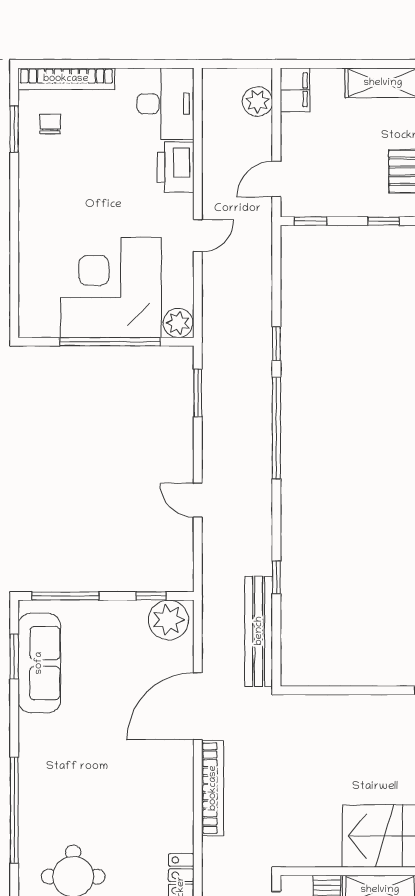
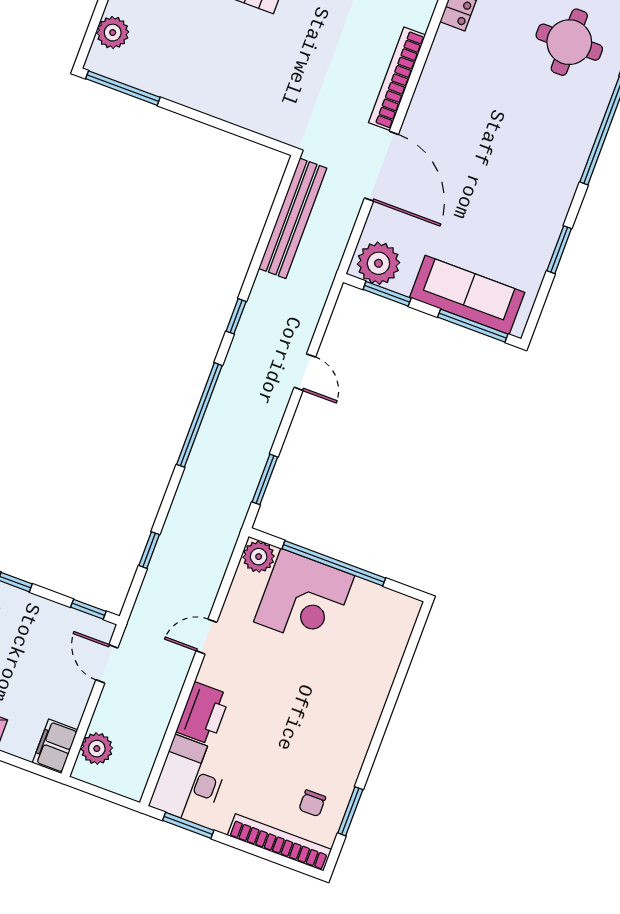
window: (152, 64) -> (188, 825), added
door: (276, 179) -> (107, 664), swing flipped
corner desk: (111, 288) -> (304, 599), width x0.74, depth x0.74
window: (276, 344) -> (149, 550), moved
window: (276, 577) -> (236, 316), moved
window: (151, 596) -> (387, 294), width x1.50
window: (14, 657) -> (559, 250), moved
sofa: (39, 663) -> (467, 295), moved, turned 90
door: (198, 706) -> (381, 166), hinge flipped

